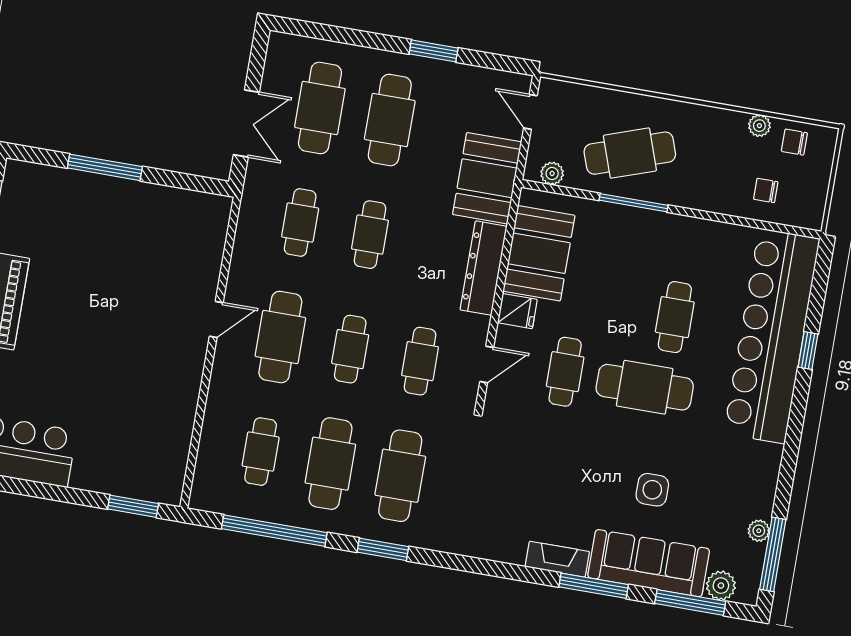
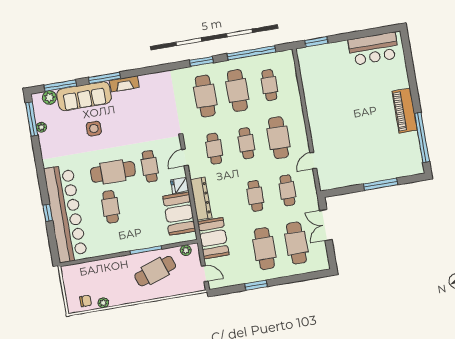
chair: (766, 191) -> (91, 276), removed
door: (216, 319) -> (313, 161), moved

